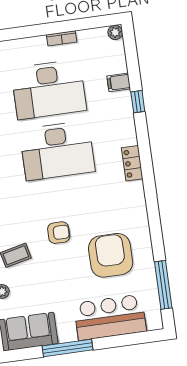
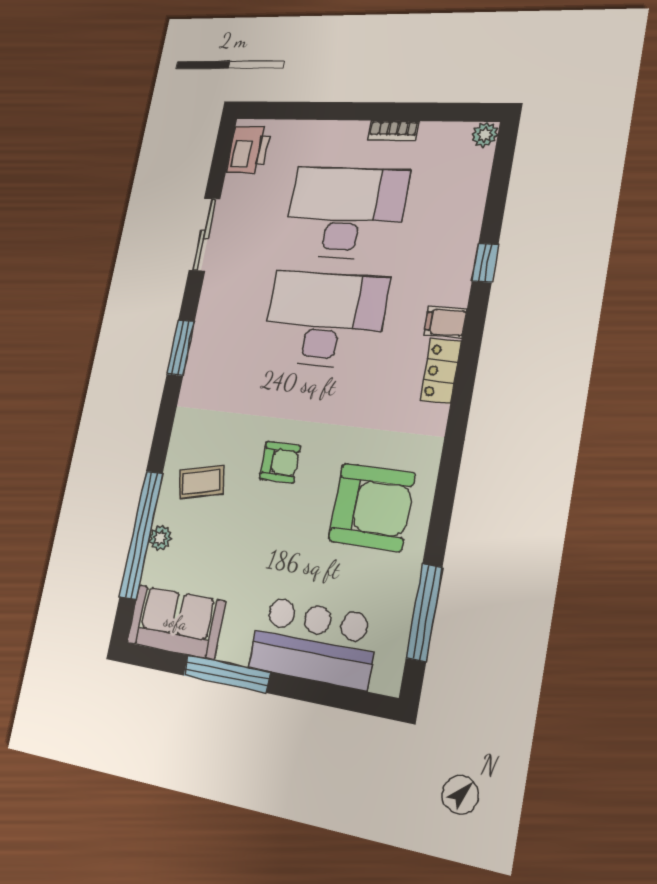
filing cabinet: (119, 82) -> (445, 322), moved
desk: (49, 89) -> (345, 213), turned 180
desk: (57, 151) -> (324, 319), turned 180
armchair: (111, 255) -> (372, 507), moved, turned 90

